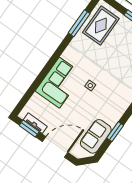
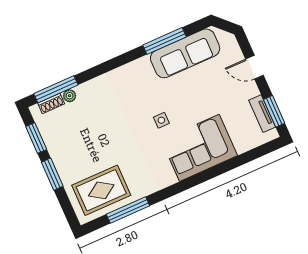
window: (115, 132) -> (165, 41), width x1.44
sofa: (96, 136) -> (185, 53), width x1.36
door: (55, 147) -> (254, 67), width x0.53

